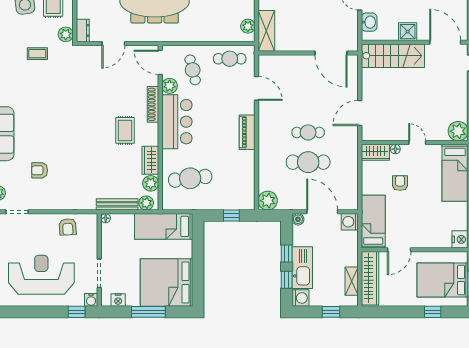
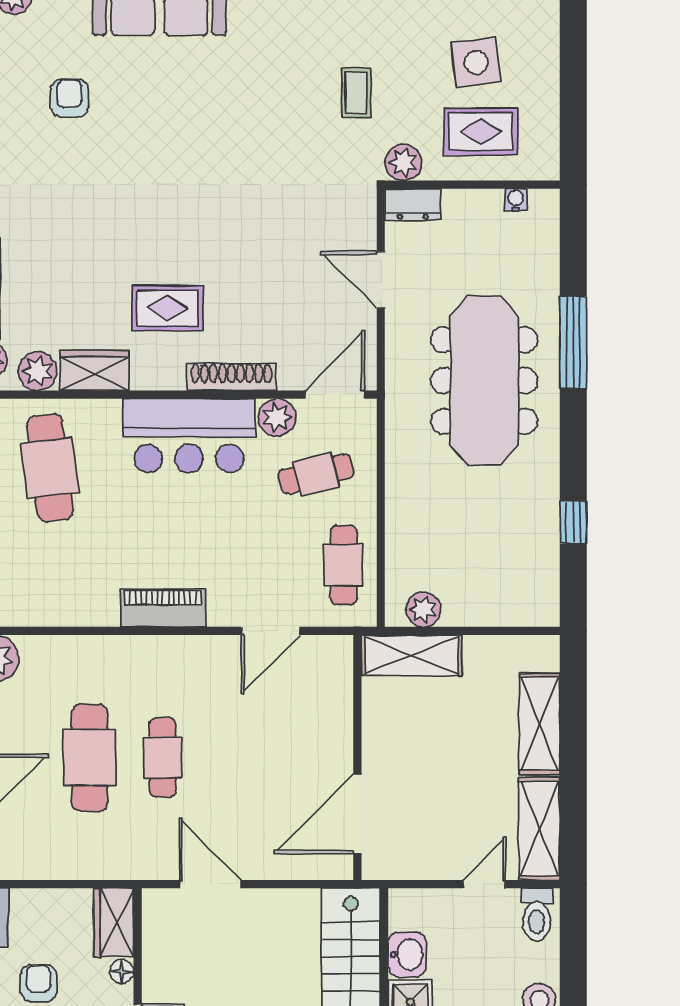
washbasin: (369, 22) -> (407, 955), moved, turned -90
armchair: (400, 183) -> (38, 983), turned -90

